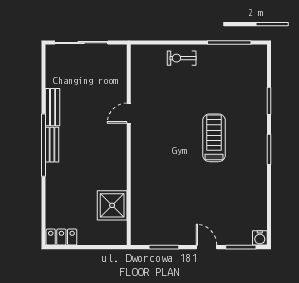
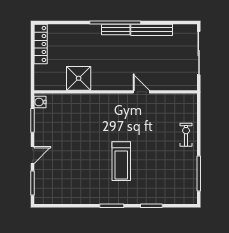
bench: (53, 107) -> (152, 30), width x1.36
treadmill: (214, 138) -> (121, 161), turned 90
shower: (112, 205) -> (79, 78), moved
locker: (61, 237) -> (41, 44), width x1.53
water cooler: (260, 238) -> (40, 102), moved

